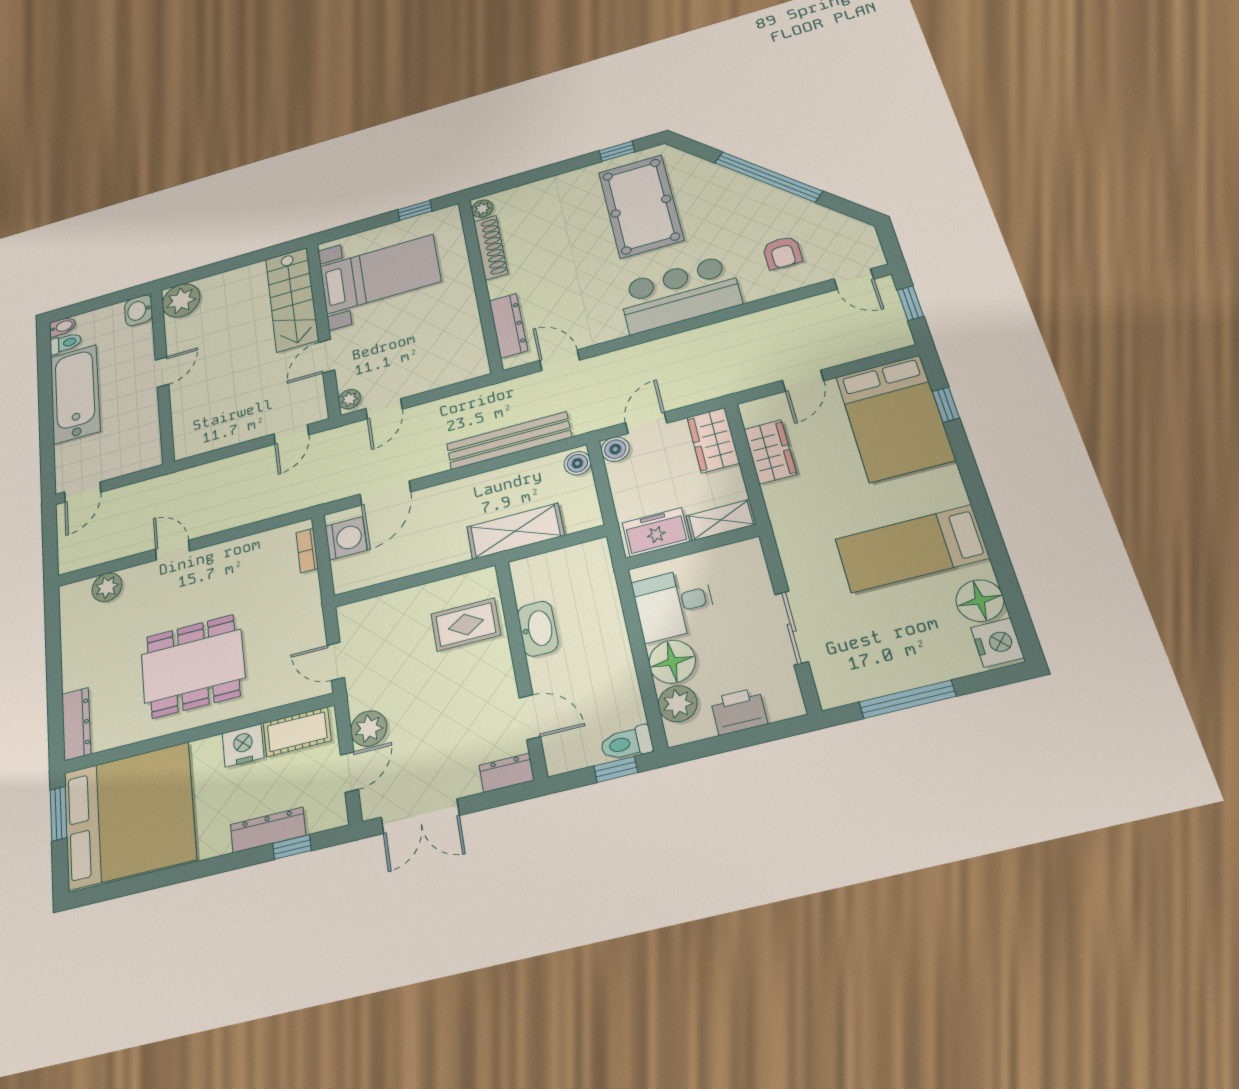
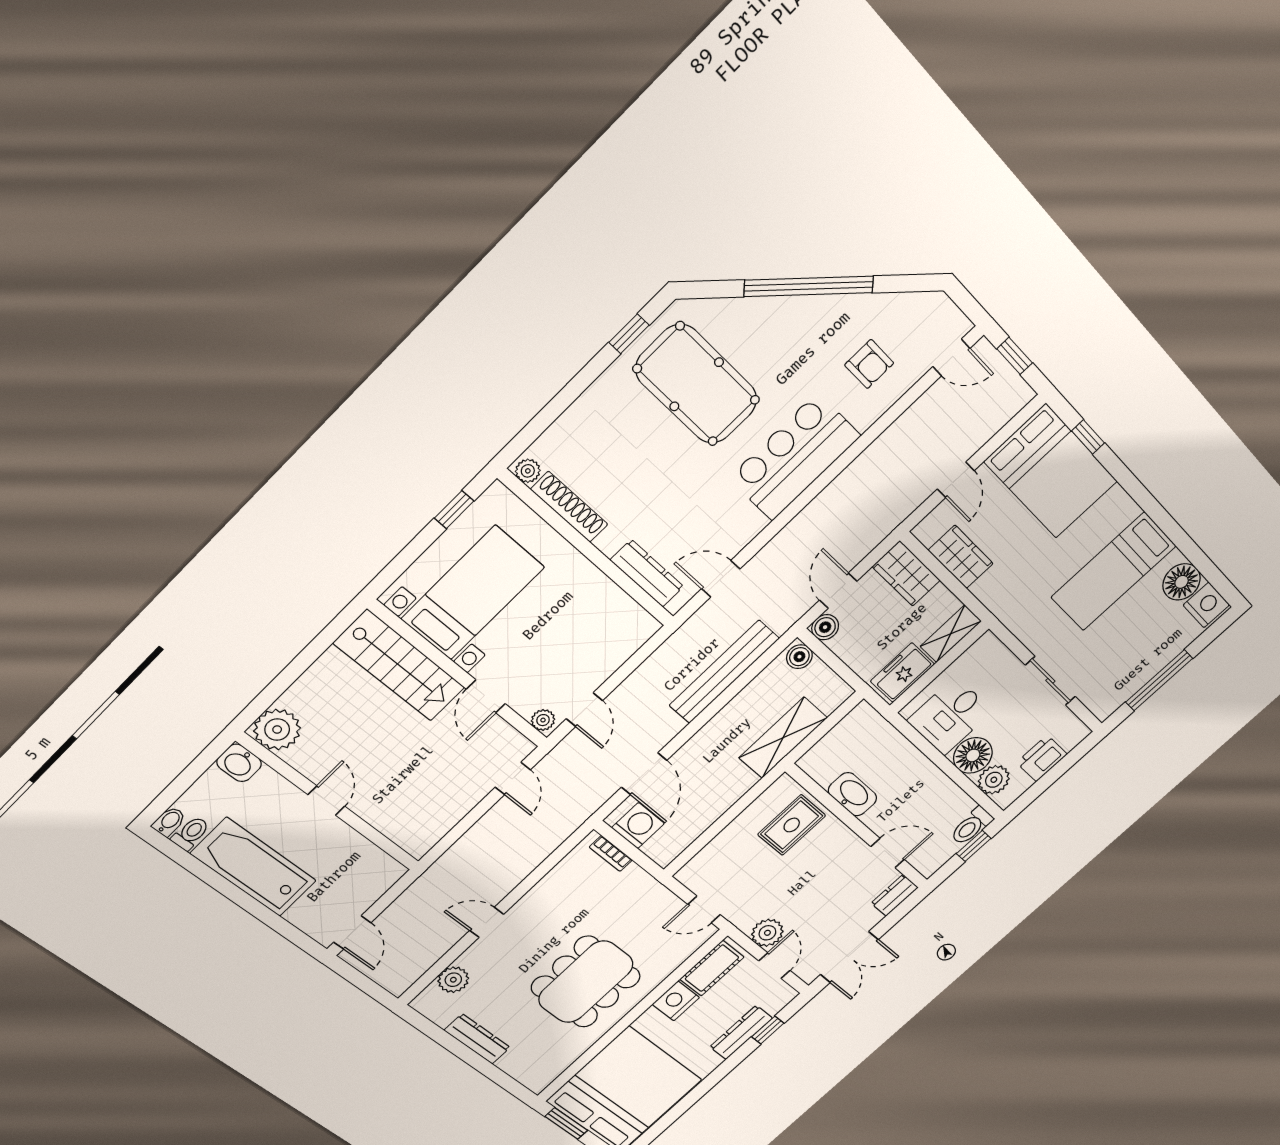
dresser: (76, 724) -> (477, 1039), moved

